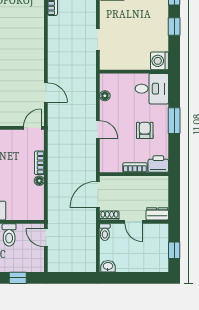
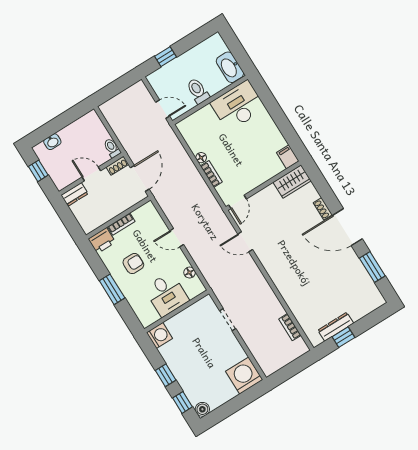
desk: (152, 89) -> (166, 294), moved, turned -90
armchair: (145, 130) -> (133, 264), turned -90
washbasin: (108, 266) -> (52, 142), moved

